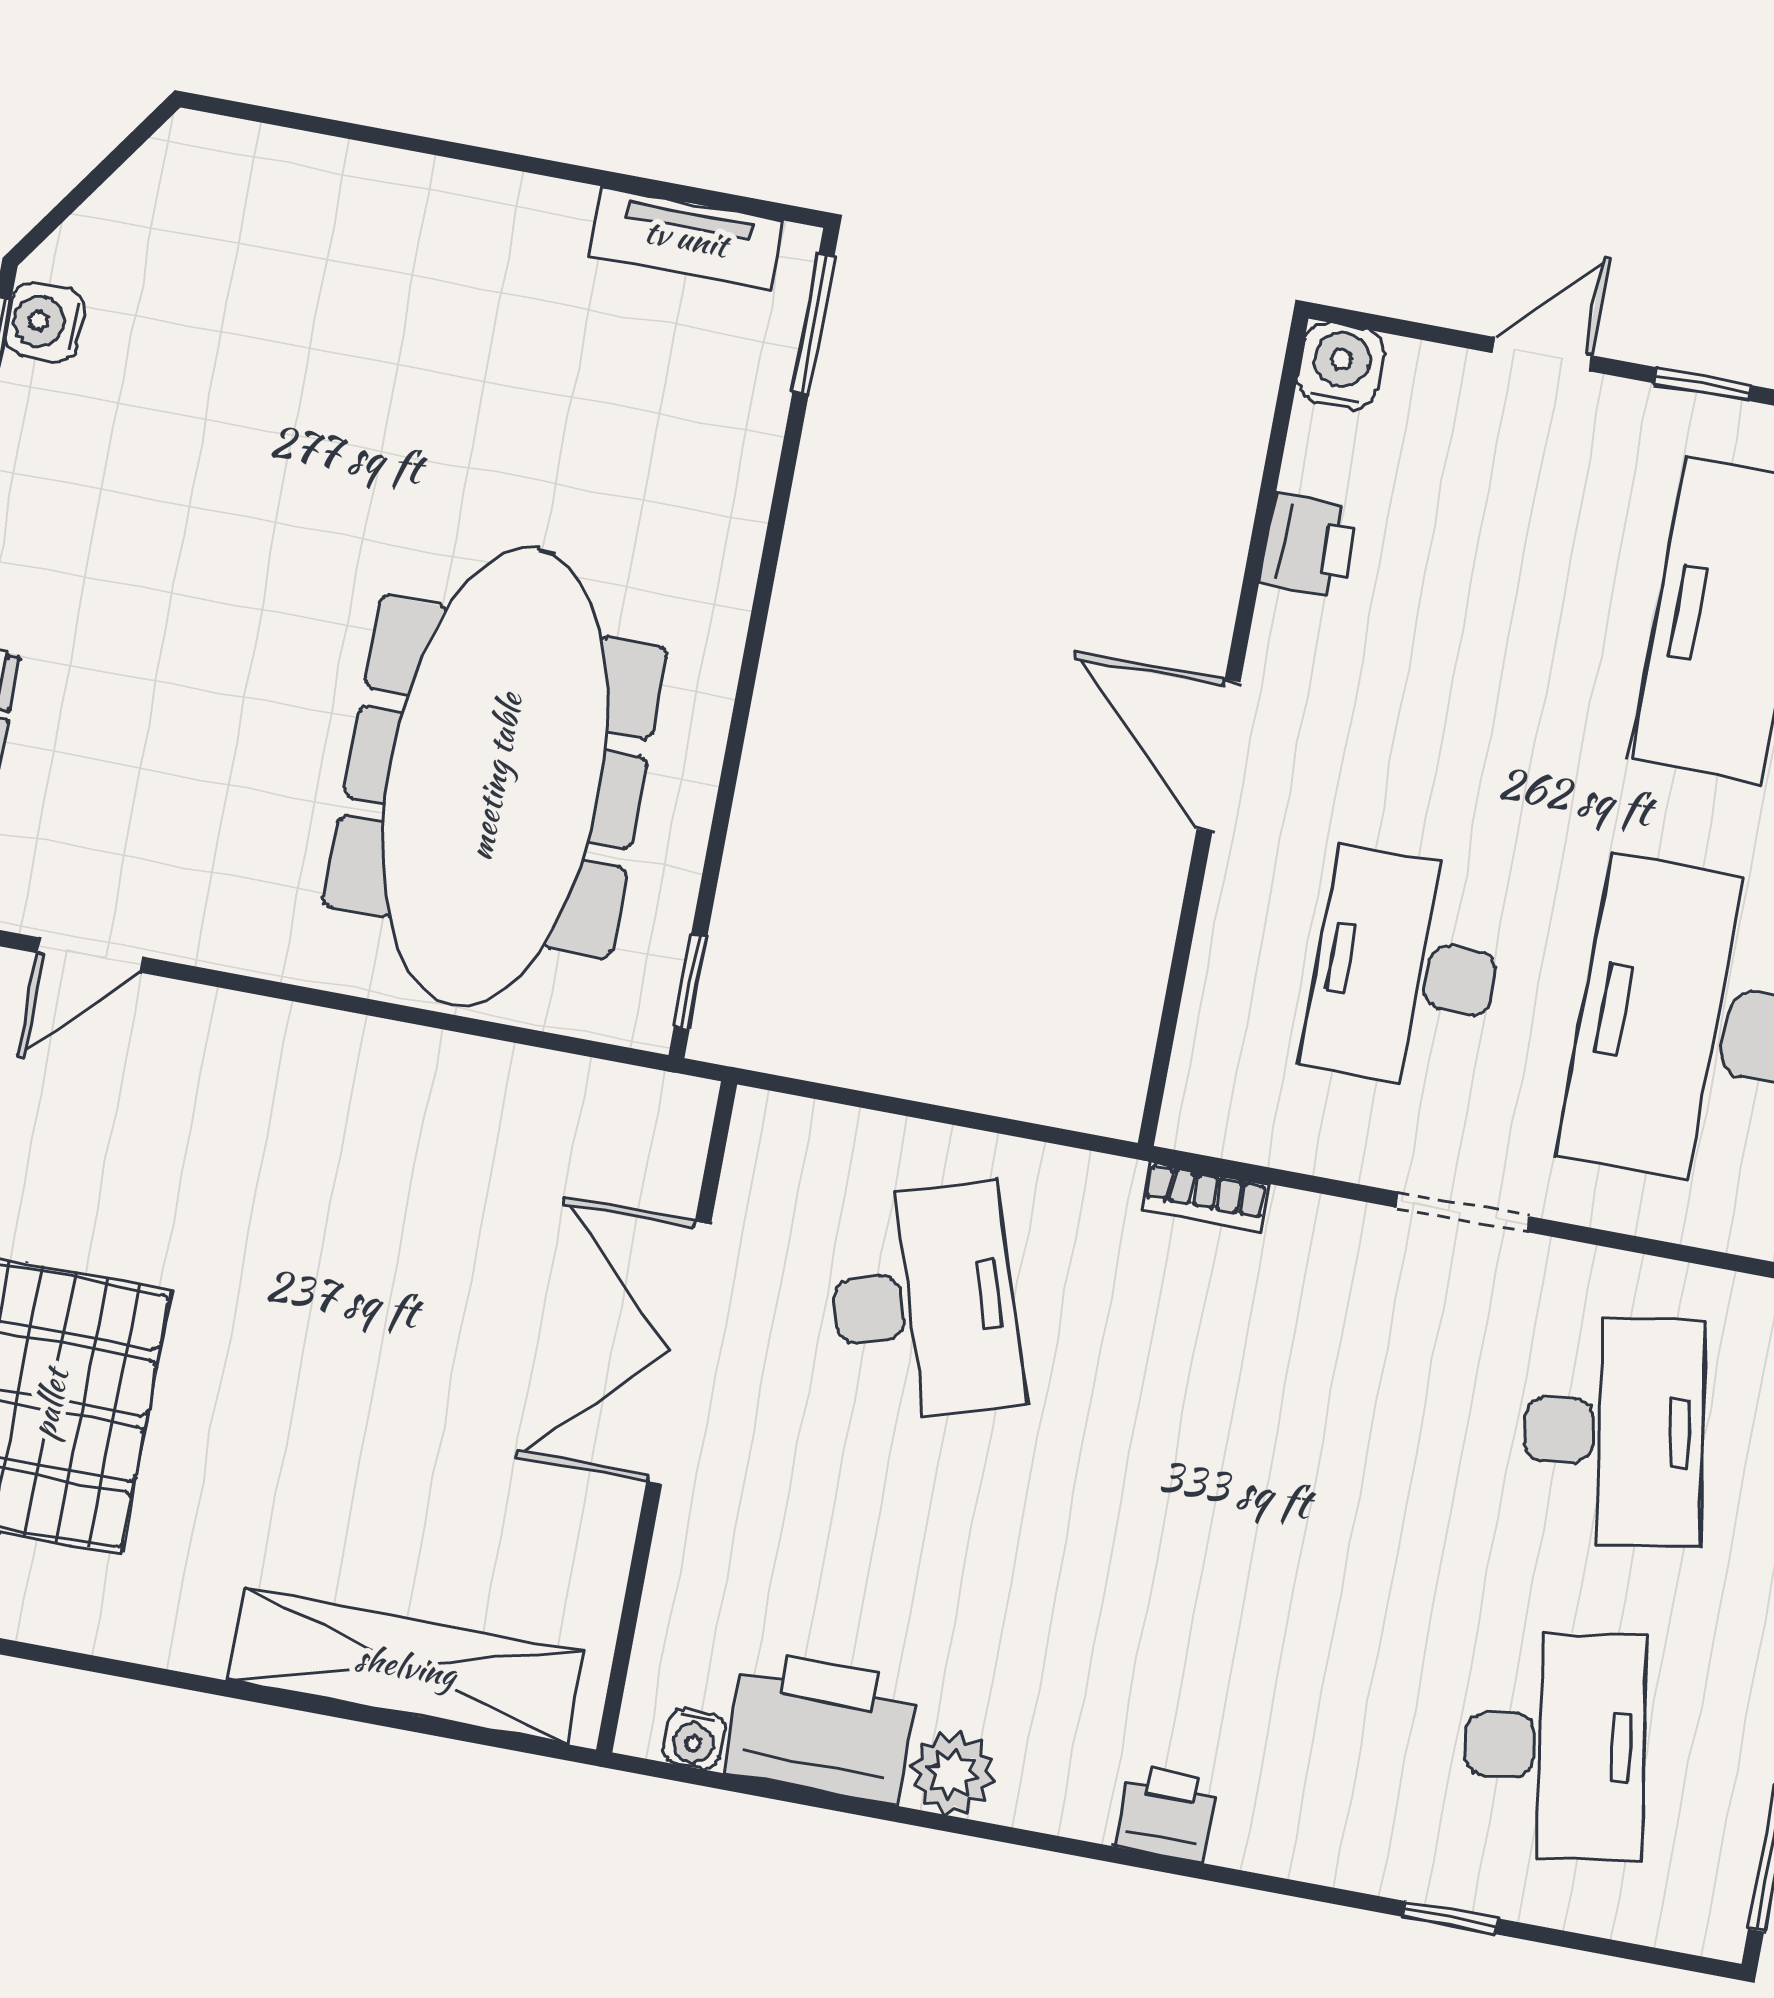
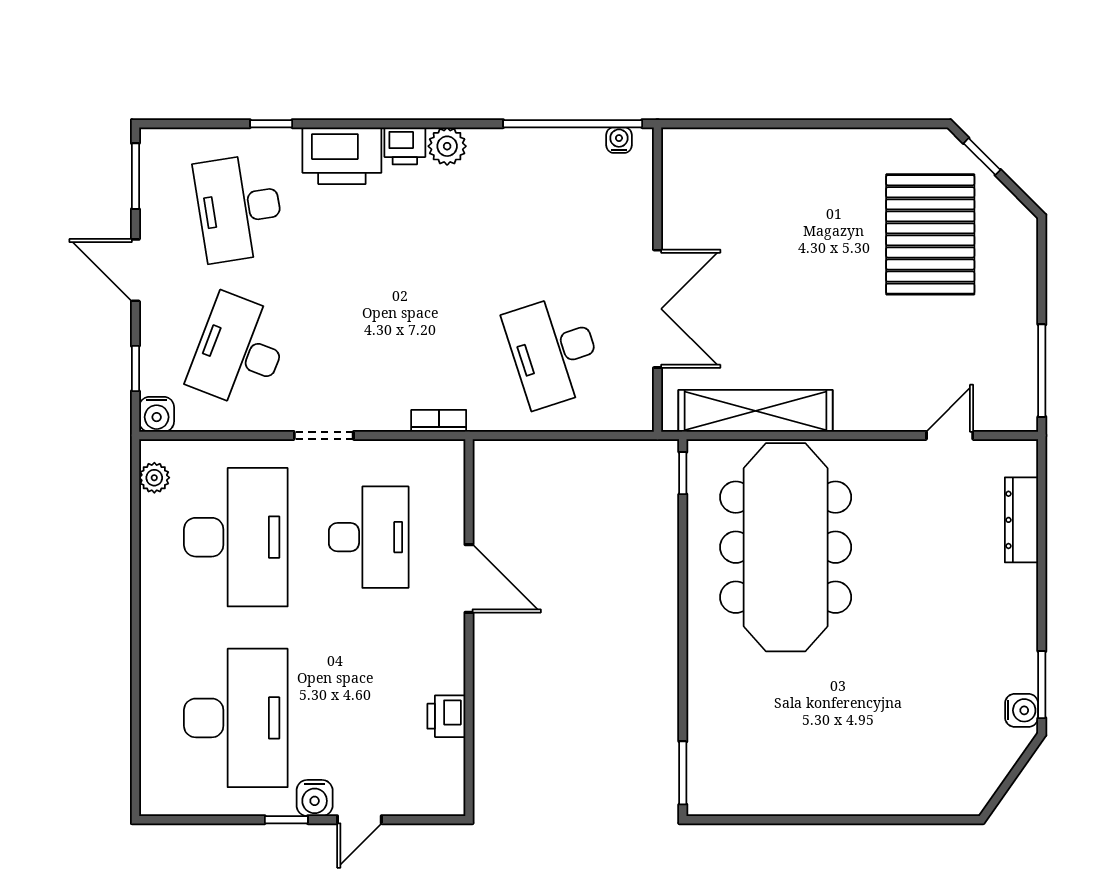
tv unit: (686, 238) -> (746, 800), removed
water cooler: (1341, 366) -> (315, 798), moved
door: (1218, 756) -> (469, 579), moved
desk: (1614, 1432) -> (239, 351), turned 30
shelving: (406, 1666) -> (755, 411), moved
printer: (822, 1727) -> (342, 156), moved
plant: (952, 1773) -> (447, 146), moved
window: (789, 1794) -> (573, 124), added

